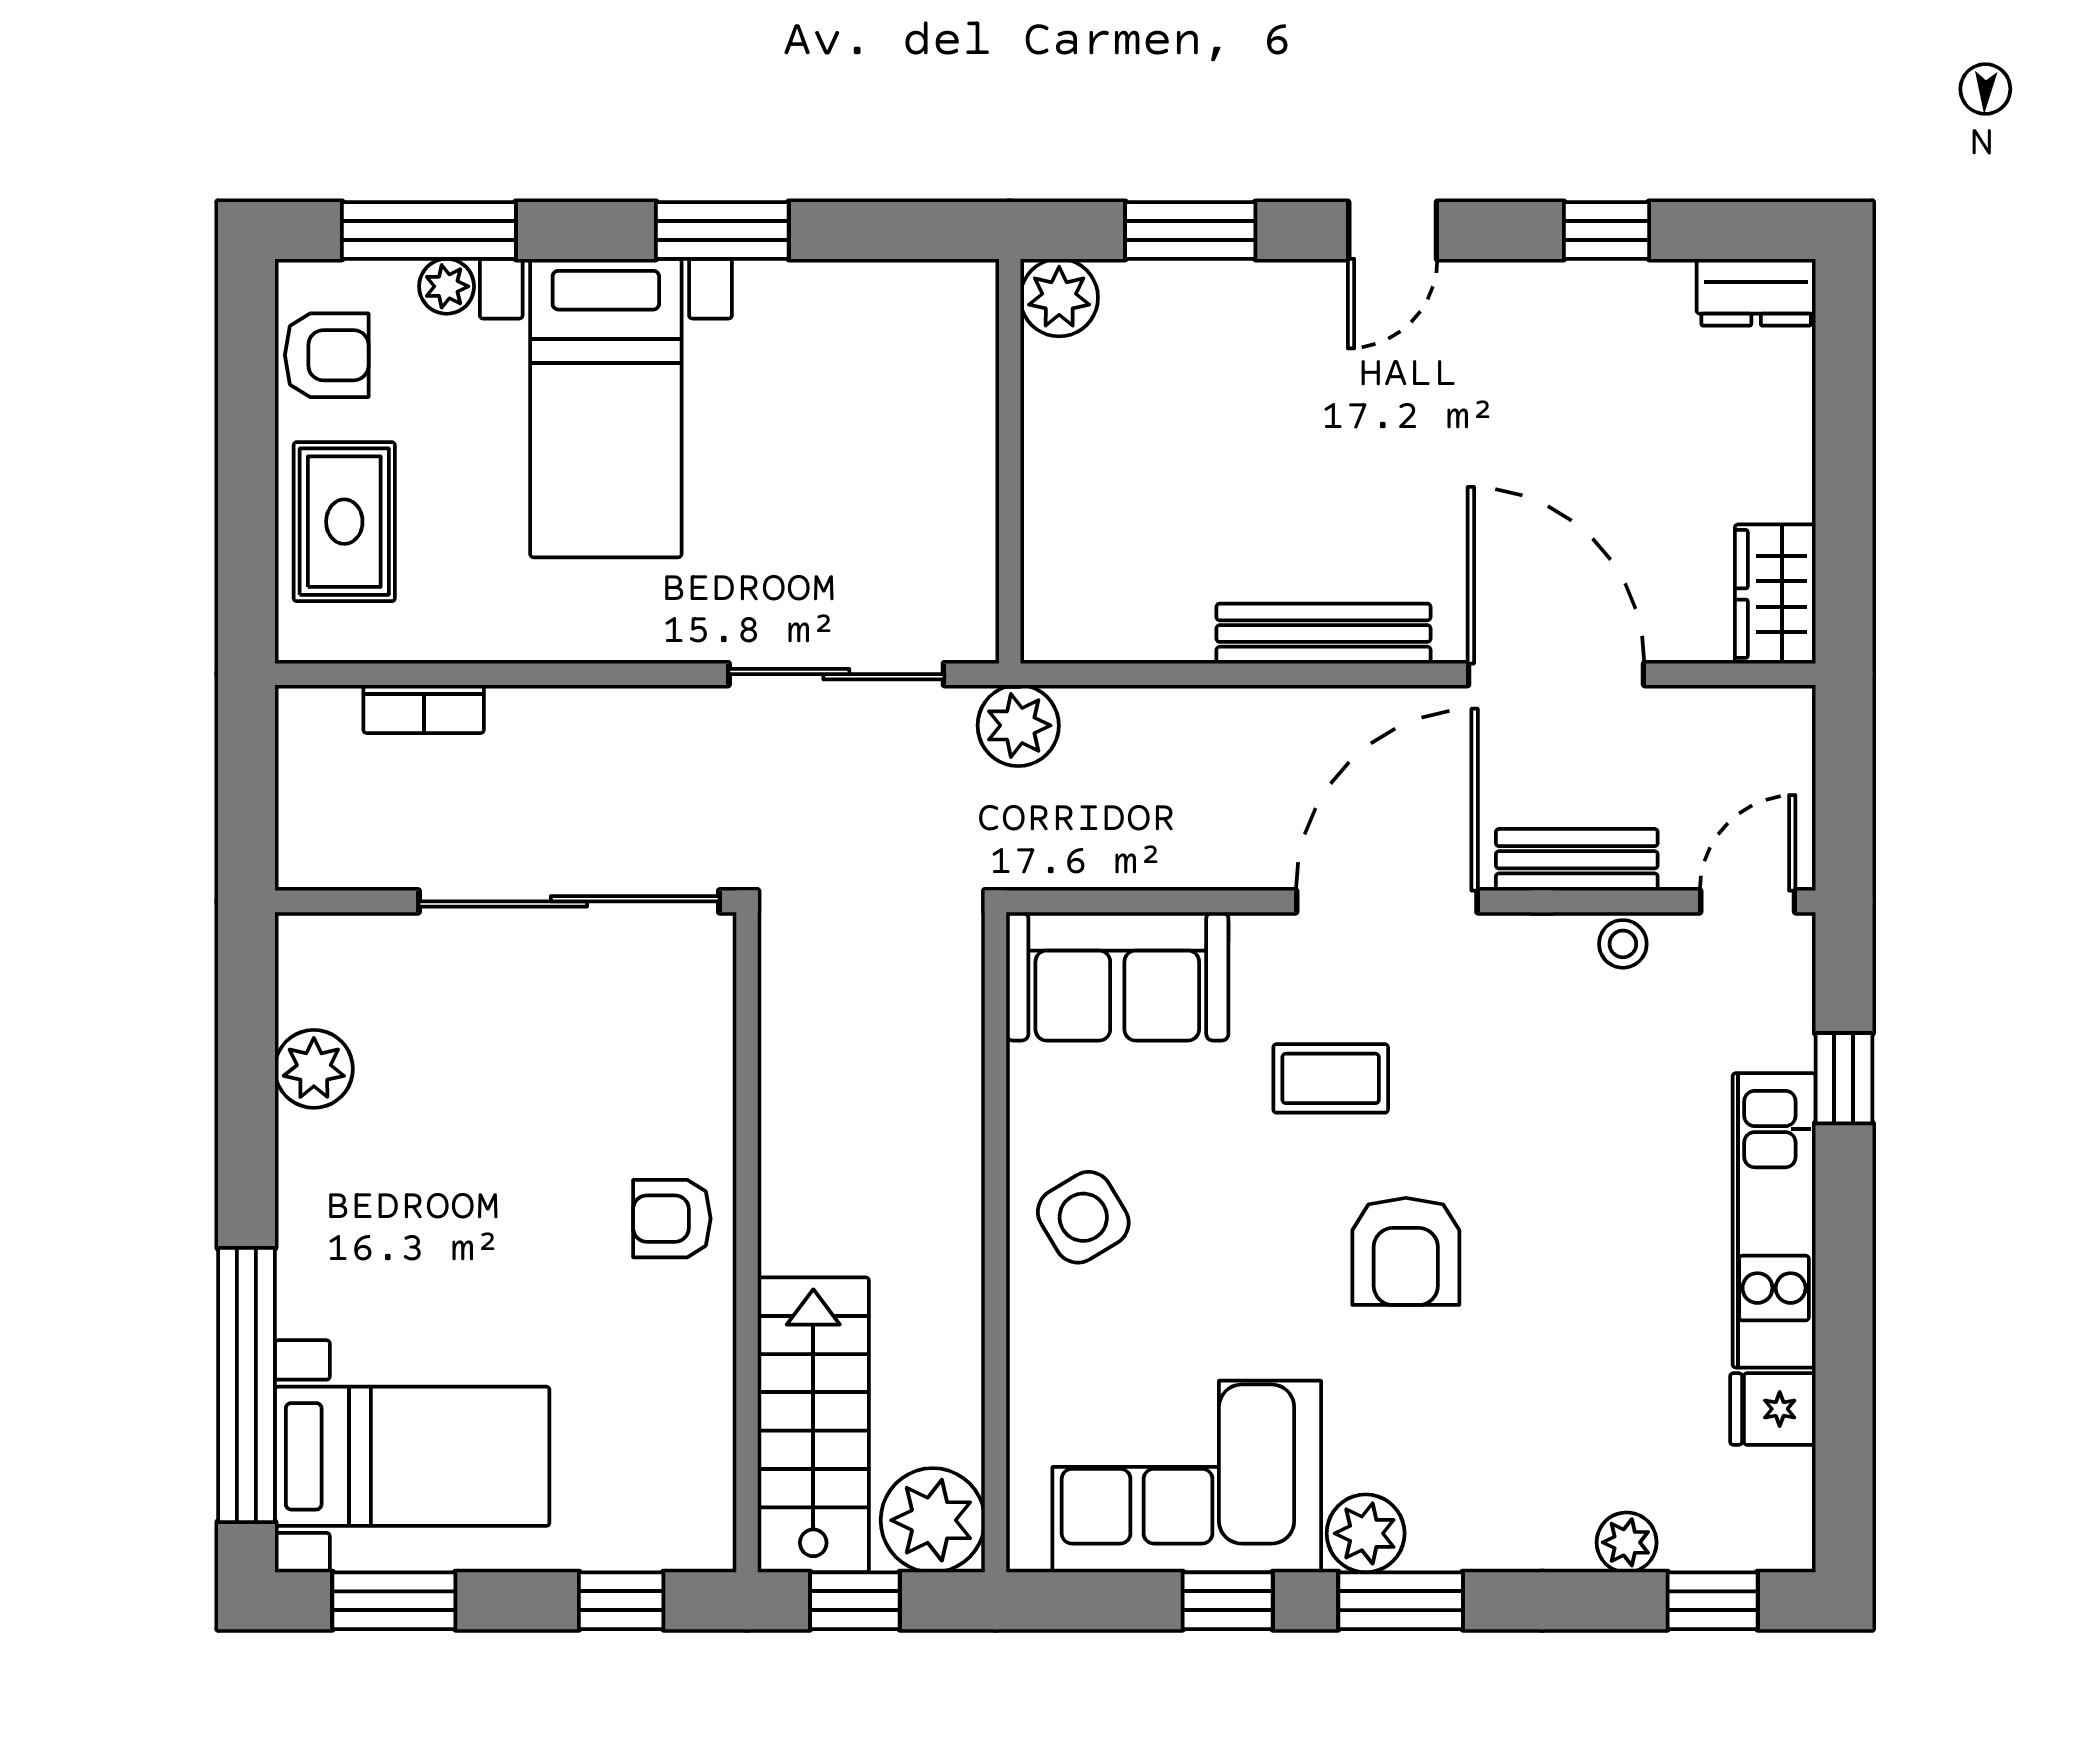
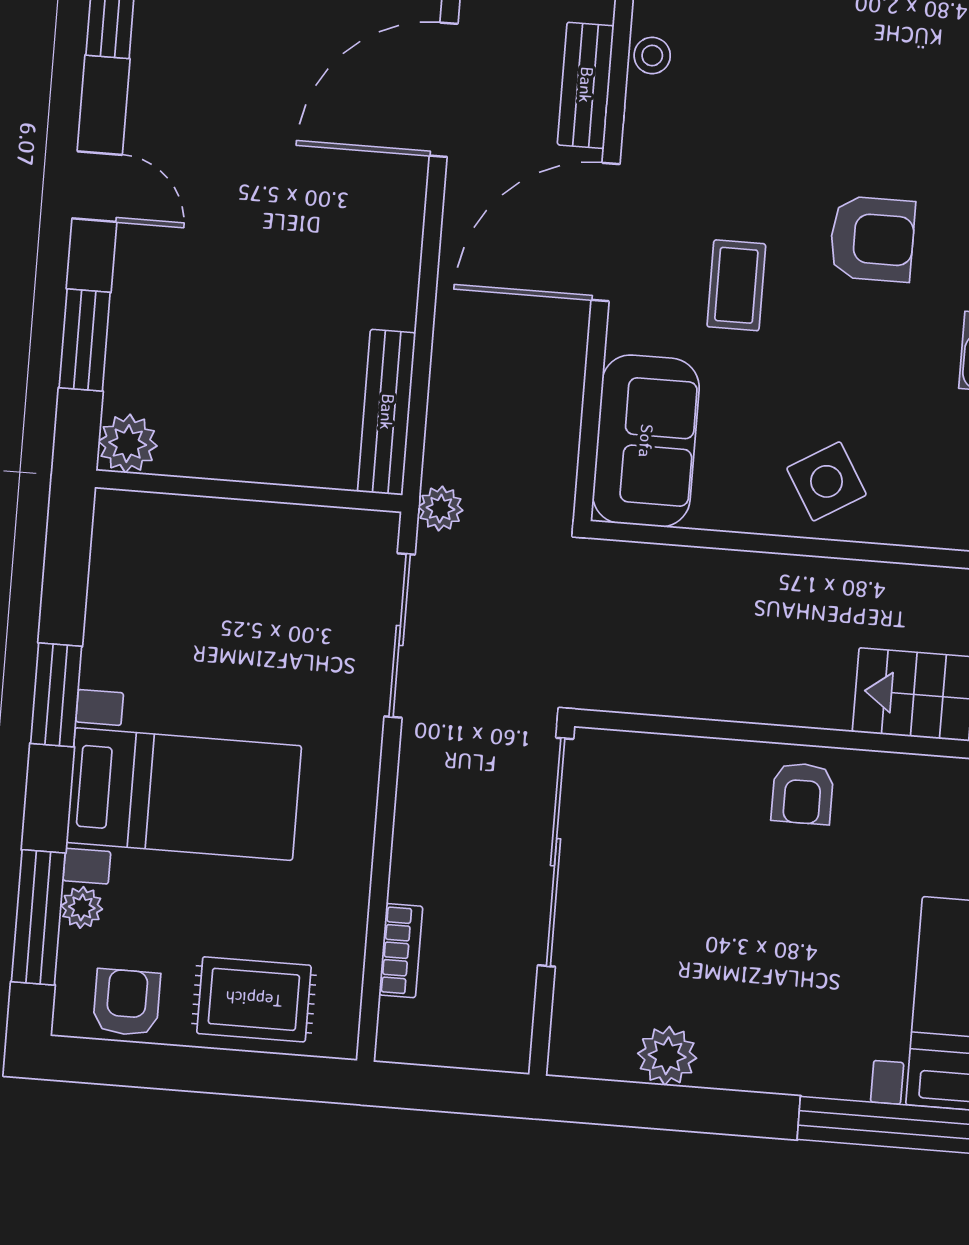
bench: (1324, 634) -> (387, 412), moved
plant: (1018, 725) -> (441, 508), width x0.73, depth x0.73
door: (1387, 901) -> (606, 232), hinge flipped

